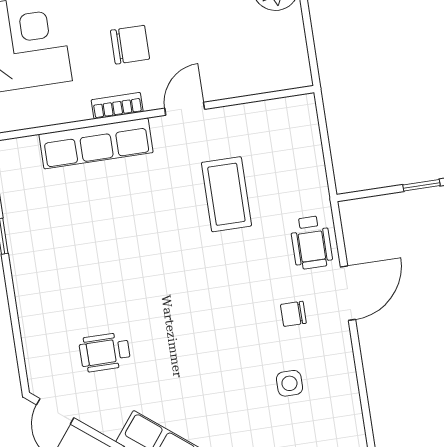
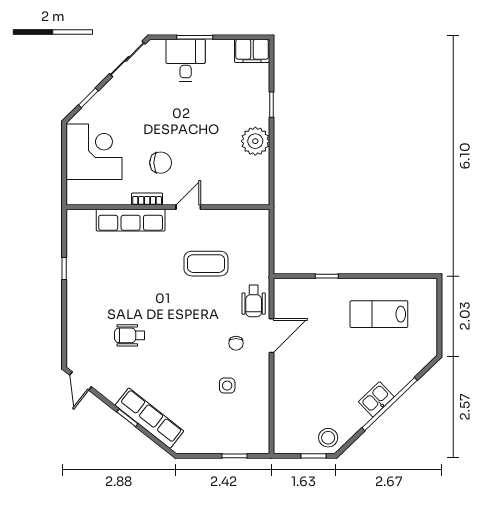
coffee table: (226, 194) -> (206, 264), turned 90
chair: (293, 314) -> (236, 343), turned -90
wheelchair: (105, 352) -> (130, 335), moved

